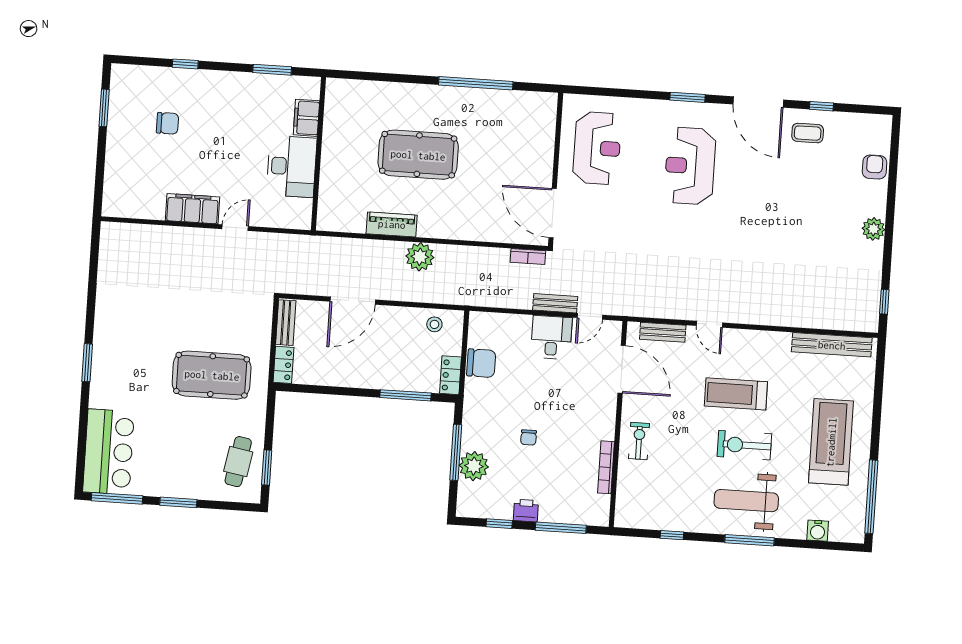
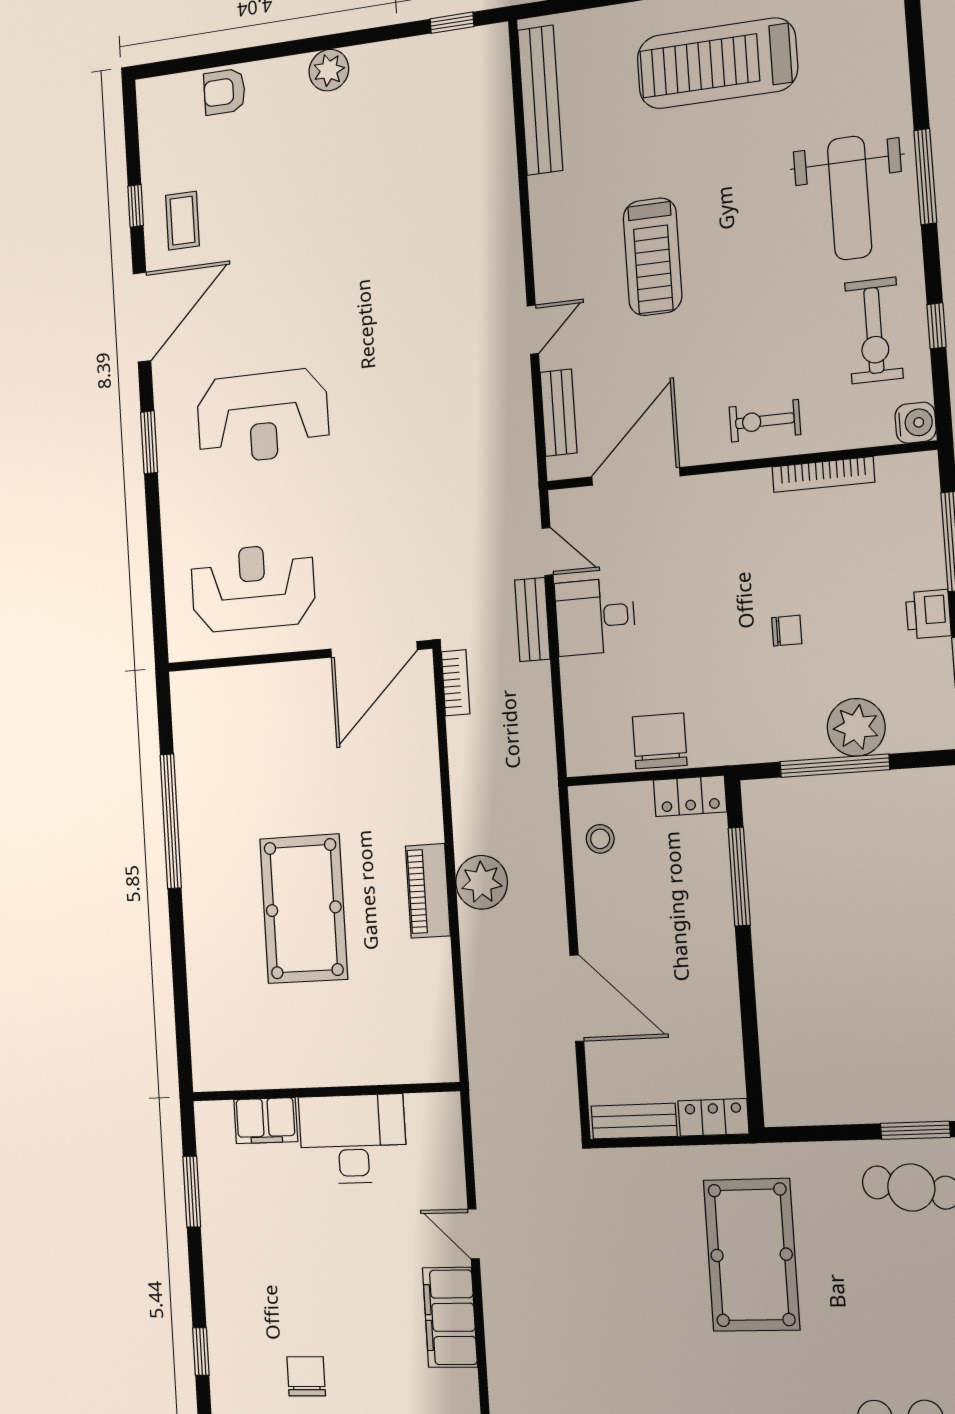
piano: (392, 224) -> (428, 891), moved
exercise bike: (744, 445) -> (874, 330), moved
water cooler: (818, 531) -> (916, 423), moved

